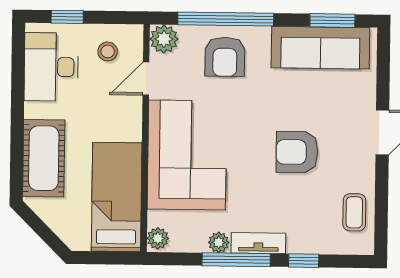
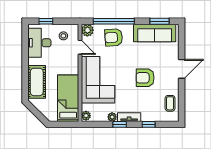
armchair: (225, 57) -> (114, 37), turned 86
door: (146, 79) -> (80, 47), swing flipped
window: (236, 260) -> (120, 124), width x0.46

